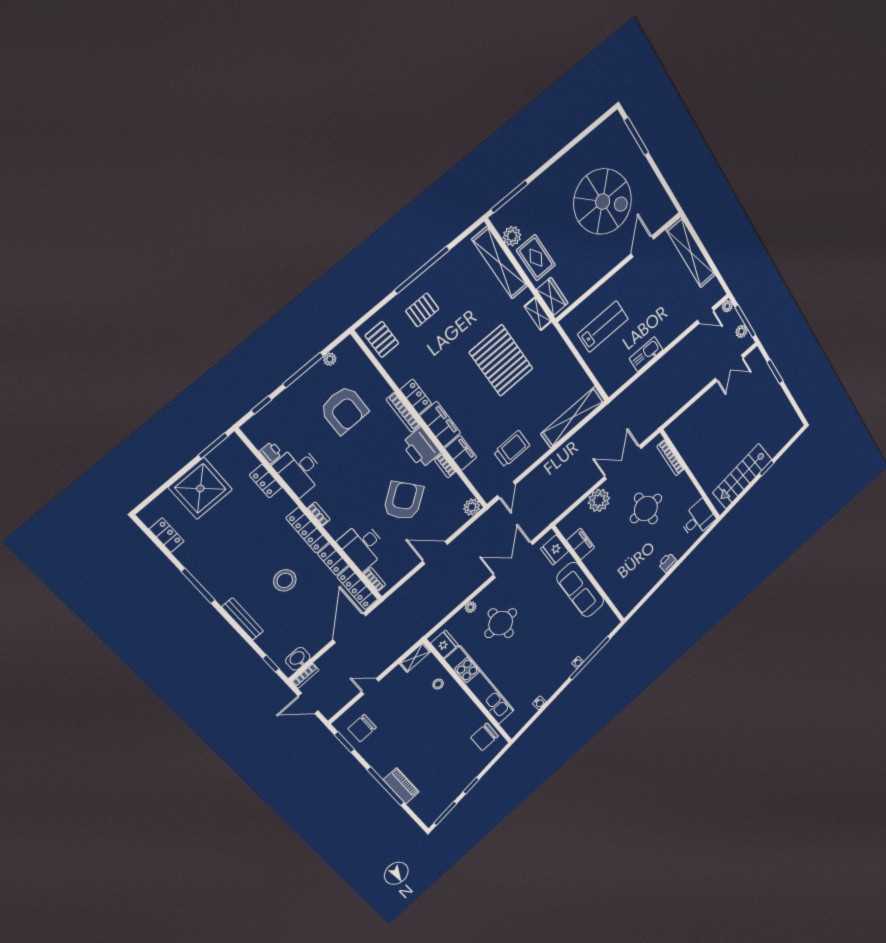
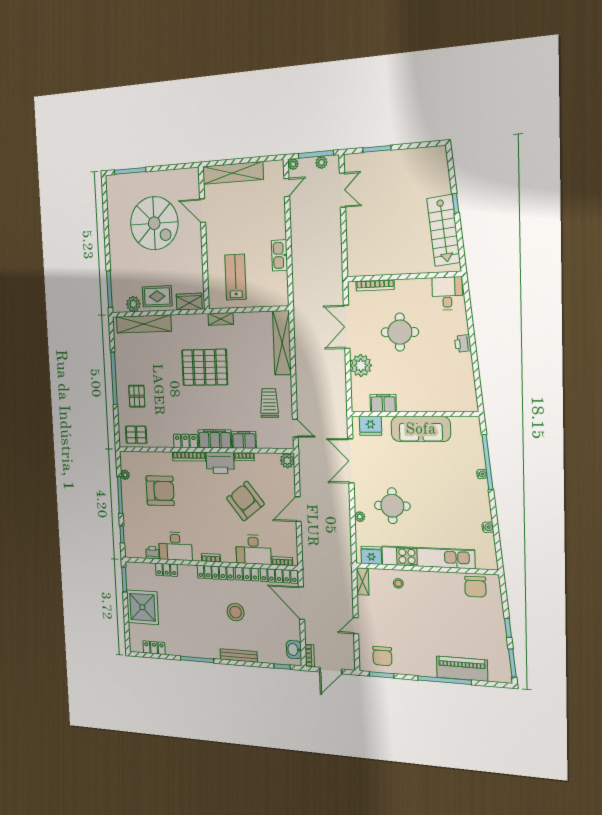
spiral stairs: (603, 202) -> (154, 223), turned 90
shelving: (538, 314) -> (221, 319), moved
piano: (401, 786) -> (462, 669), width x1.37, depth x1.33

